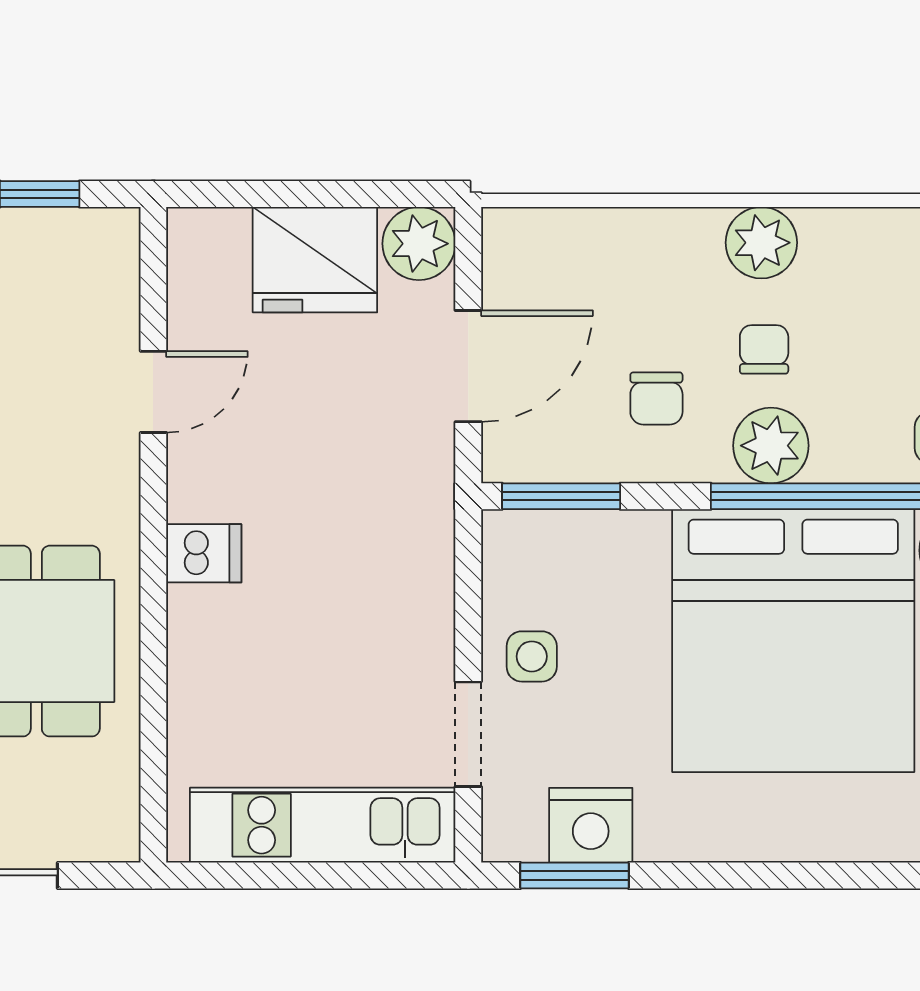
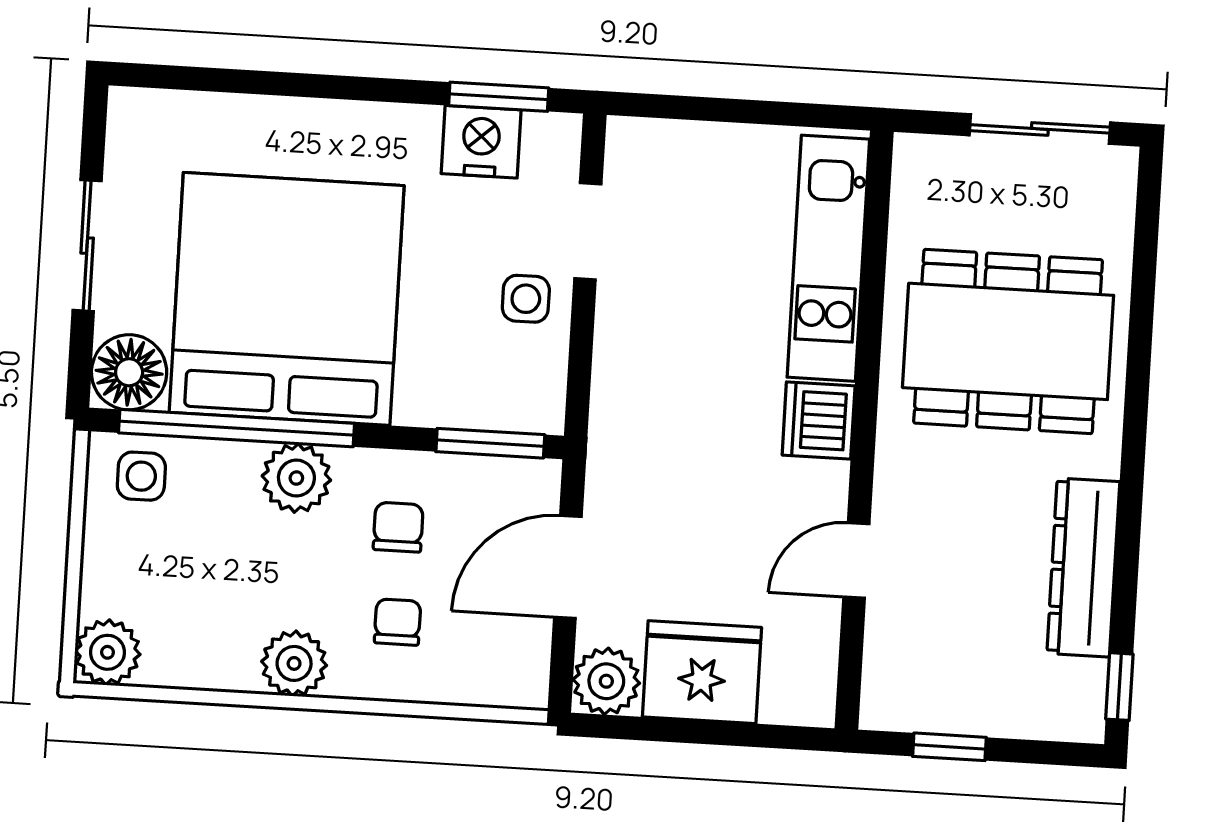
chair: (764, 349) -> (398, 622), moved, turned 180
dishwasher: (204, 553) -> (819, 421), width x1.38
kitchen unit: (323, 825) -> (828, 258), moved, turned 90

